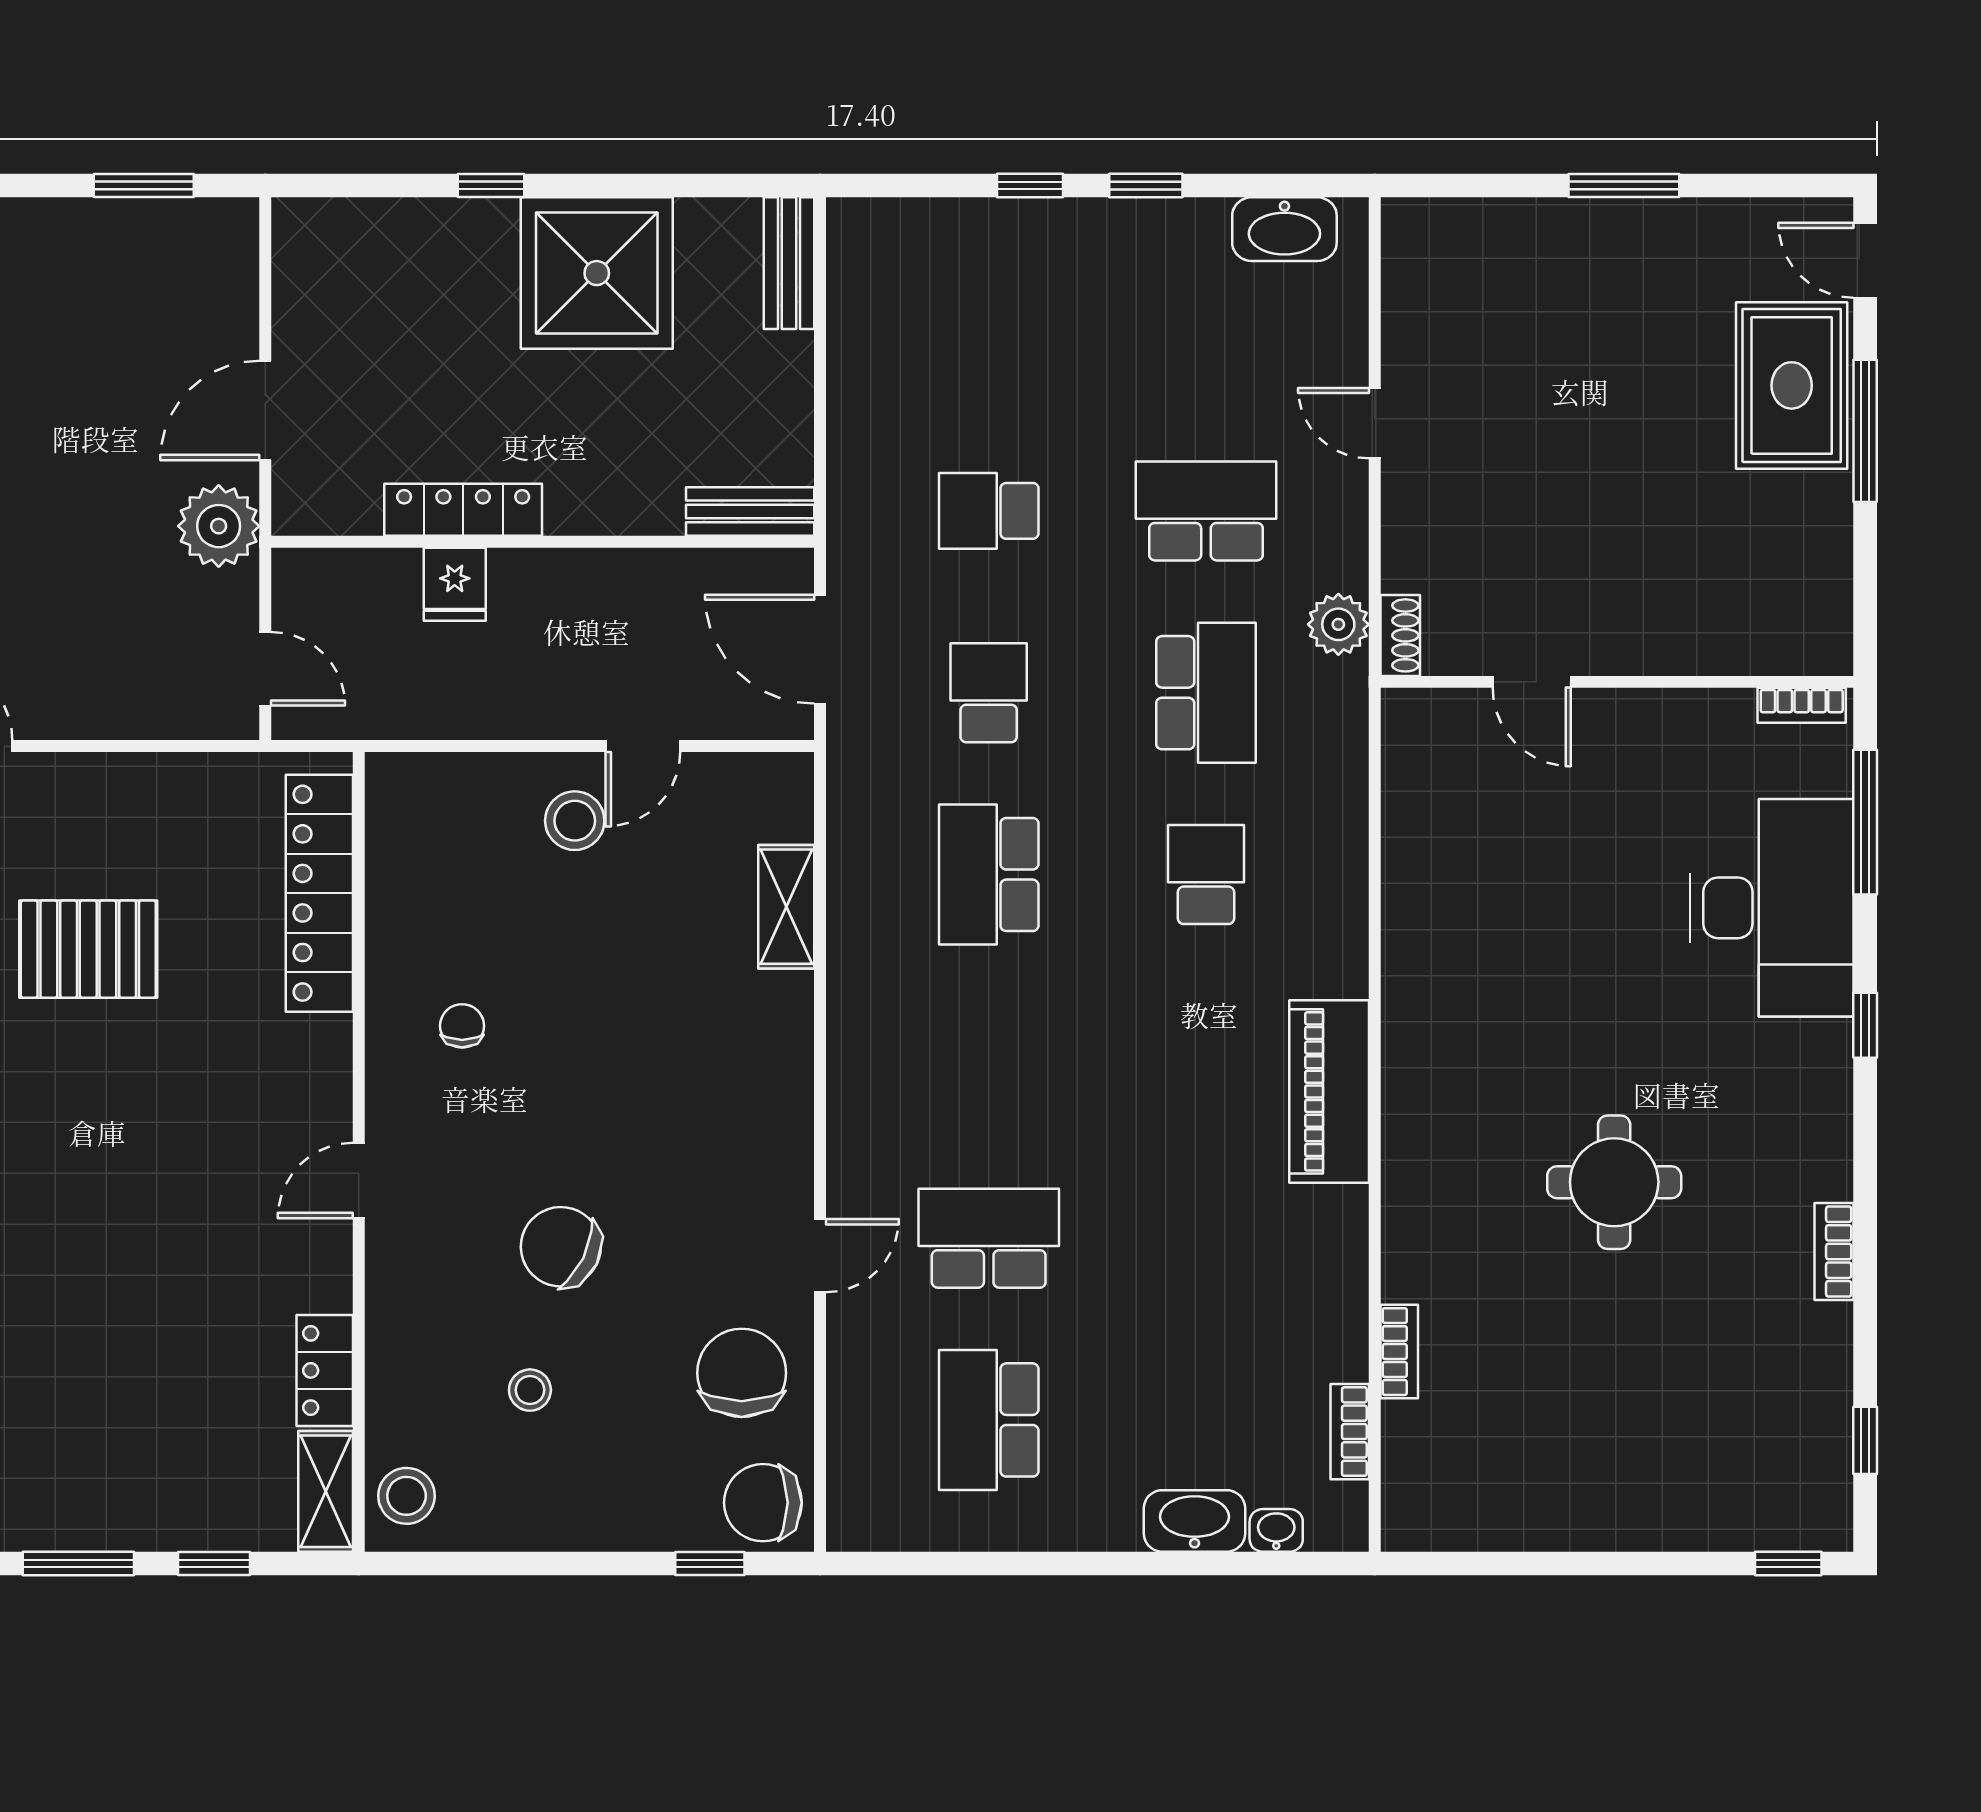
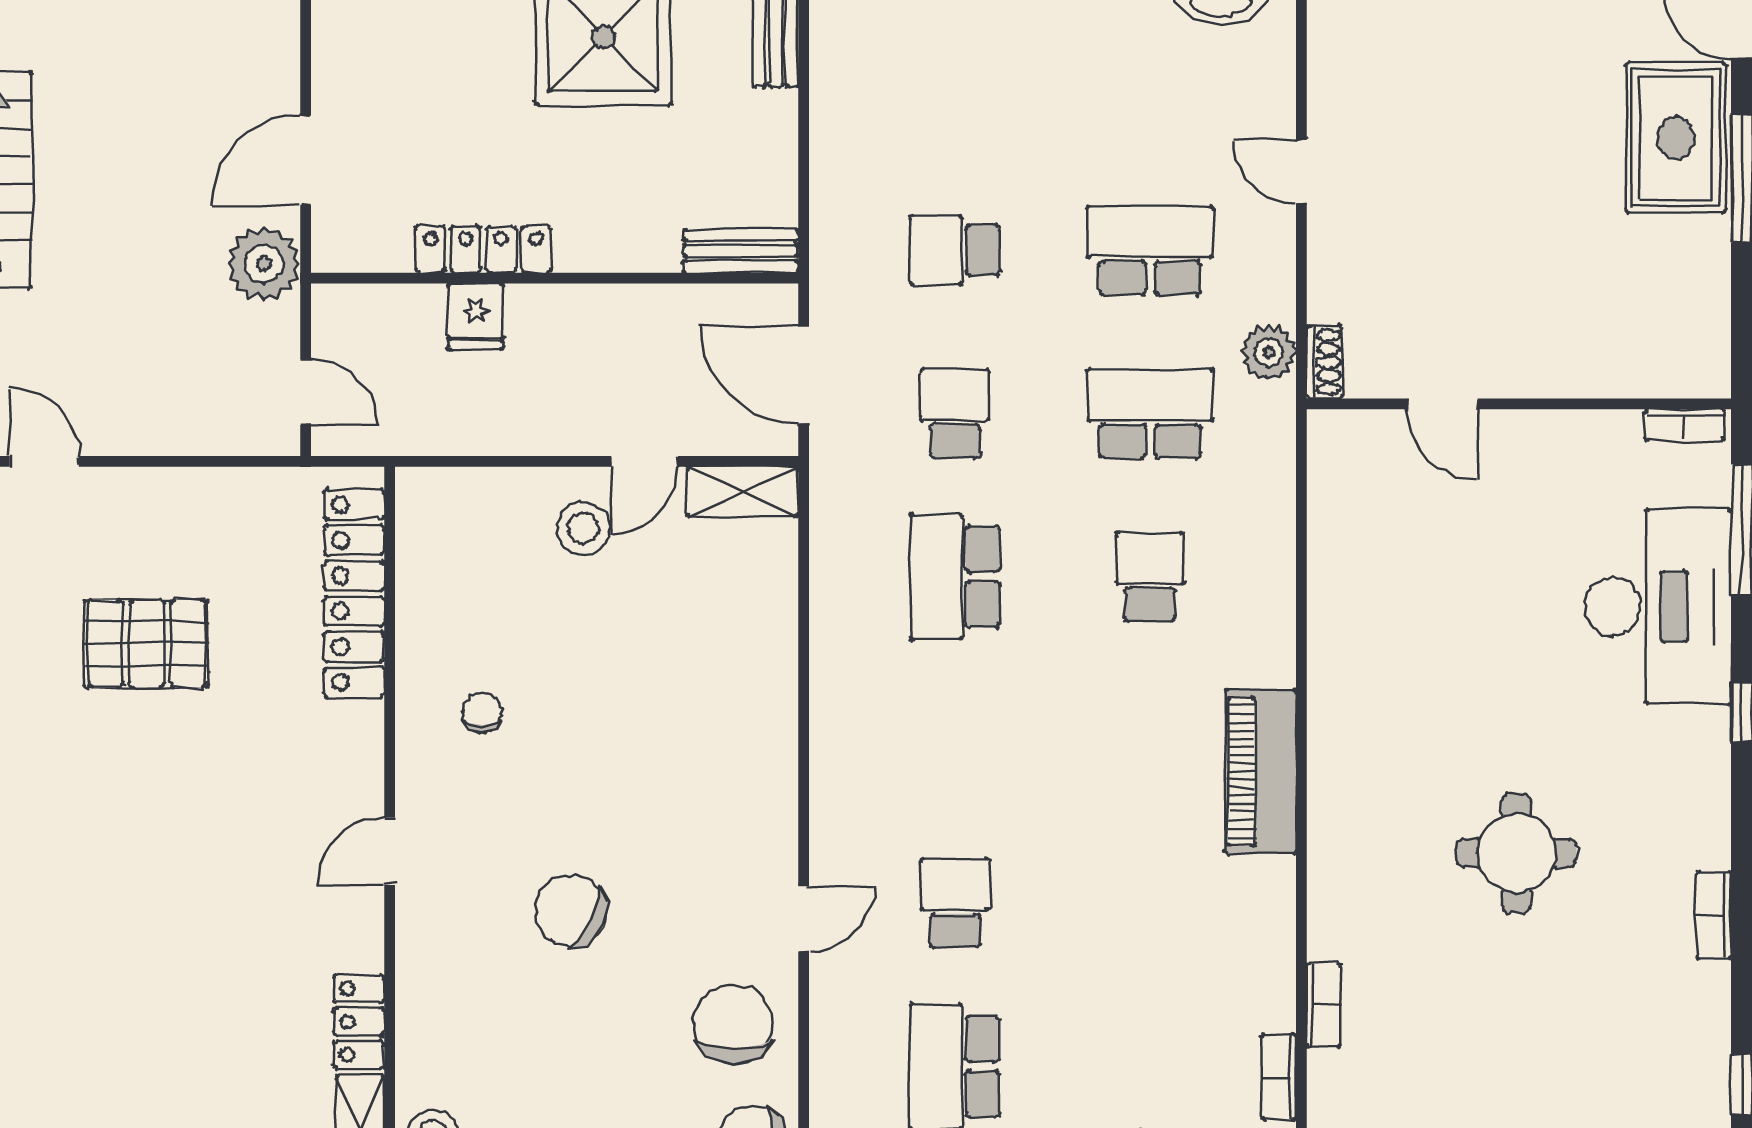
school desk: (1206, 693) -> (1150, 414), turned -90
shelving: (786, 907) -> (742, 492), moved, turned 90
school desk: (989, 1238) -> (955, 903), width x0.54
stool: (530, 1390) -> (543, 1039), removed

